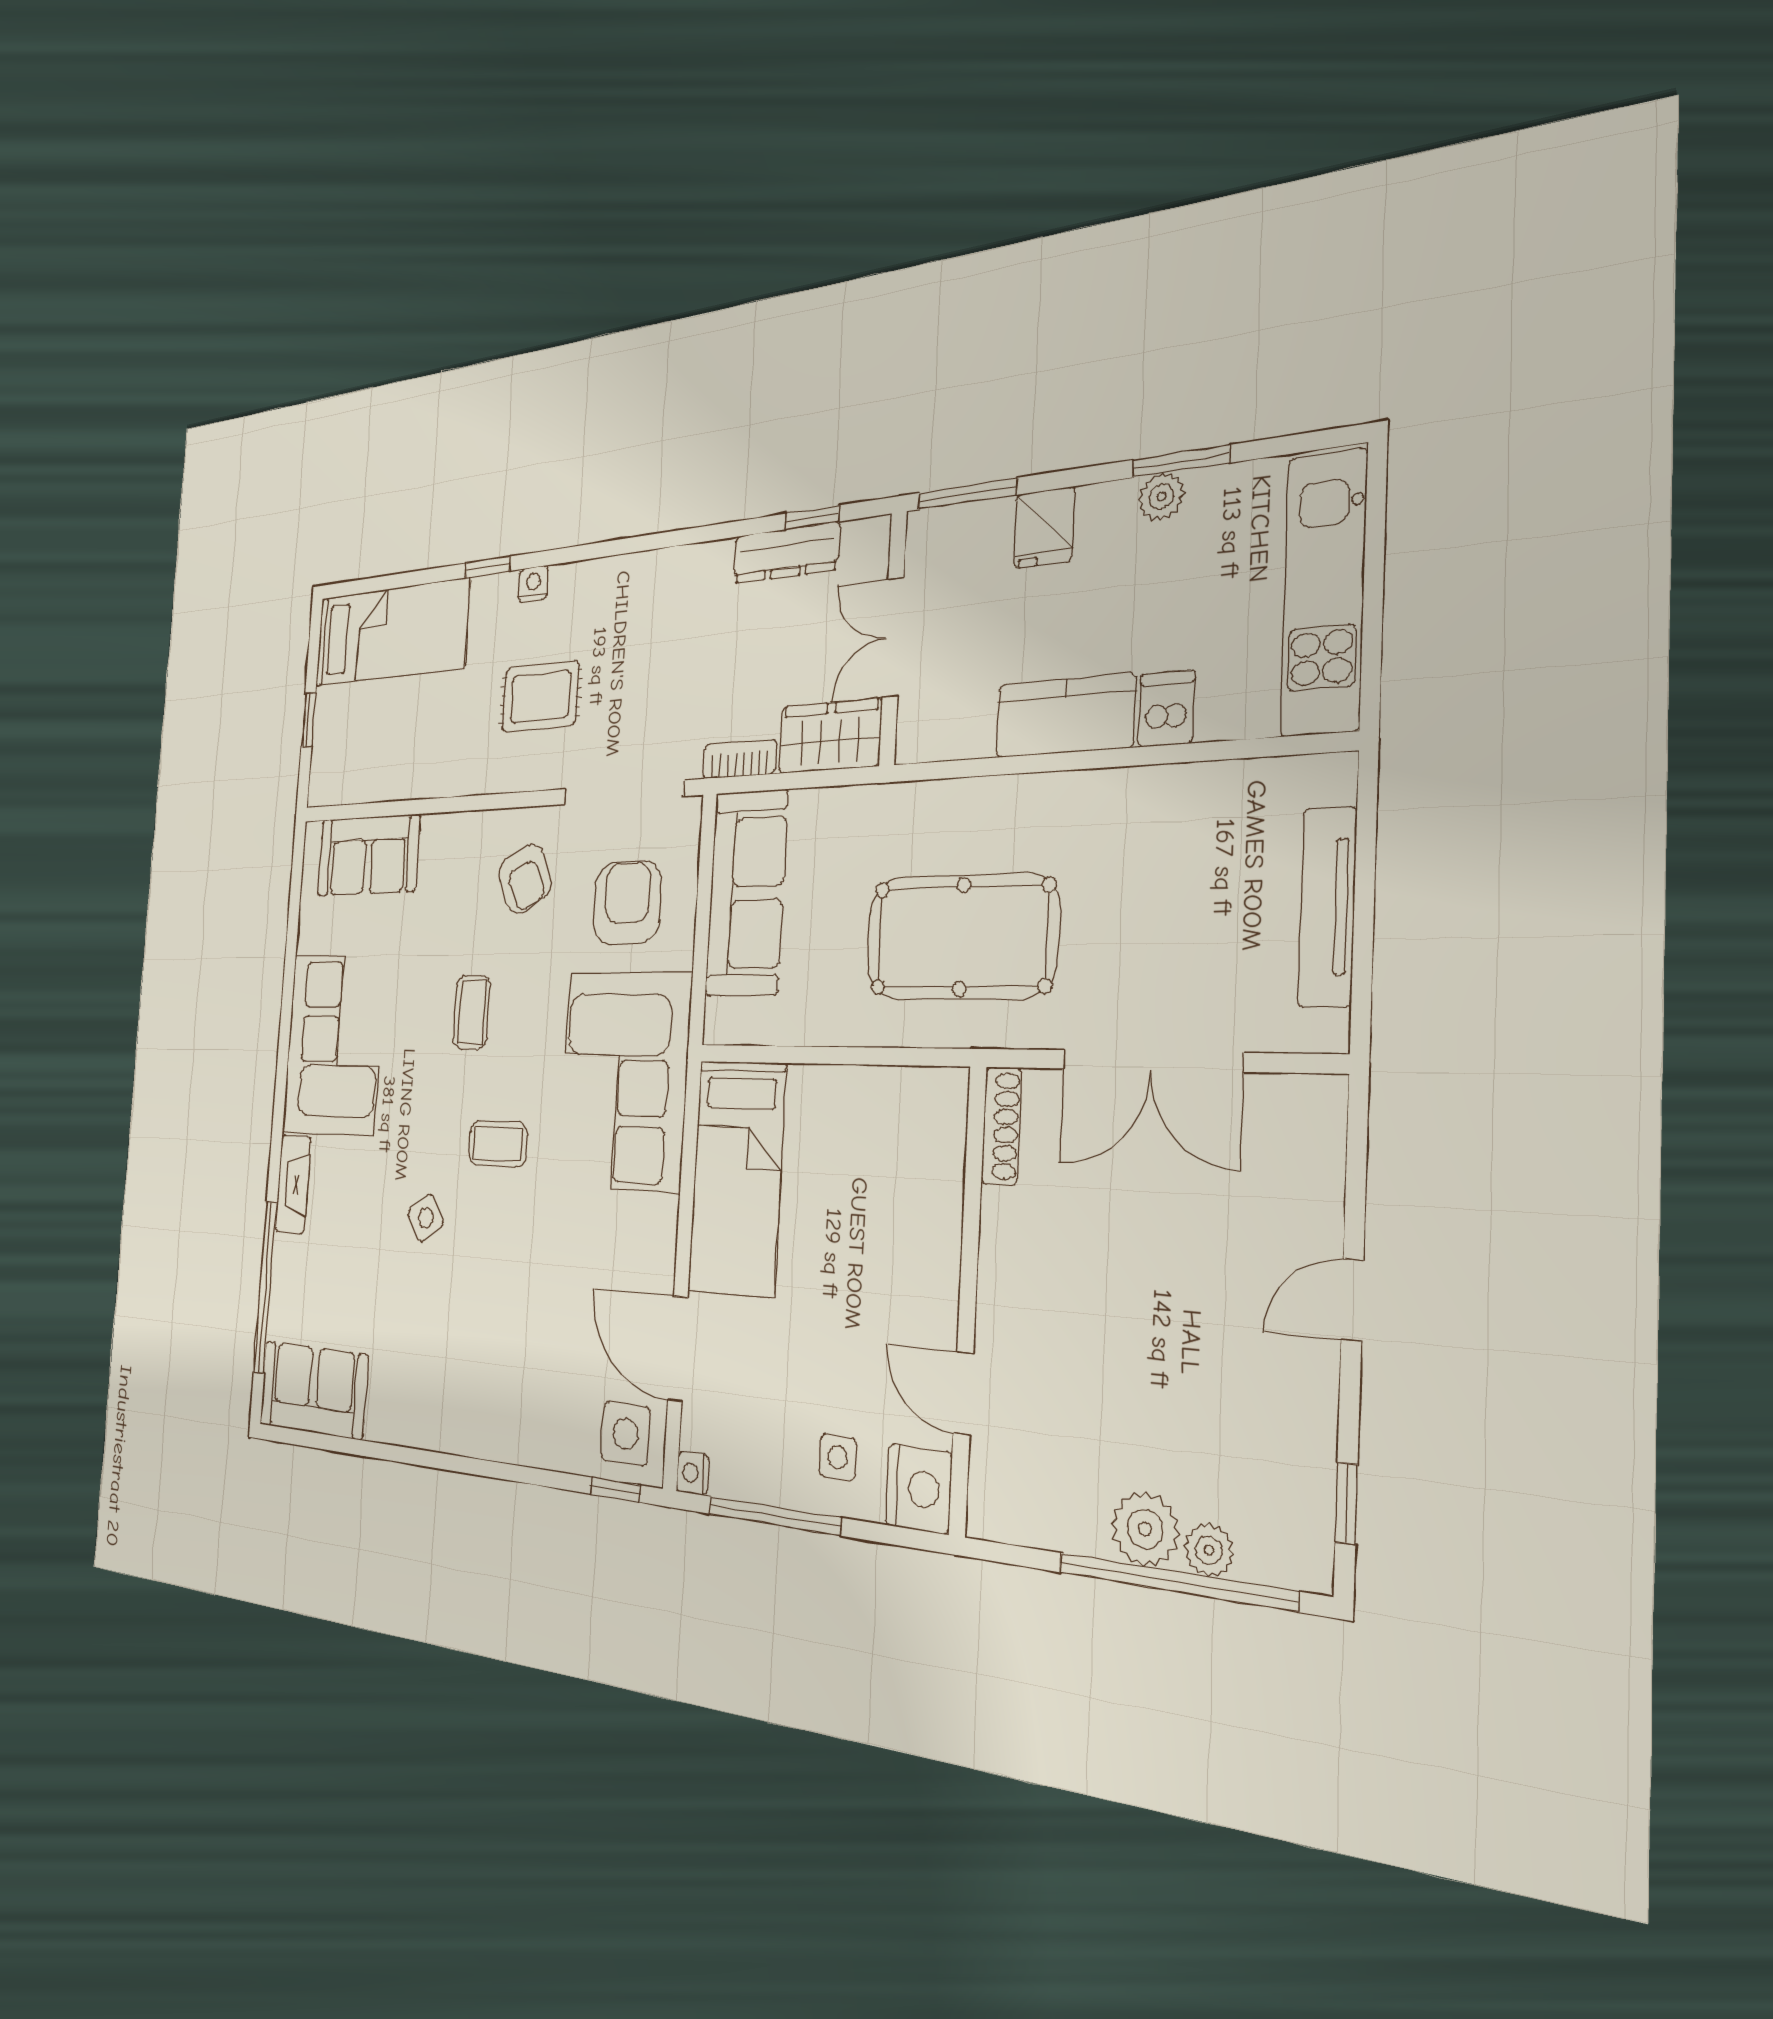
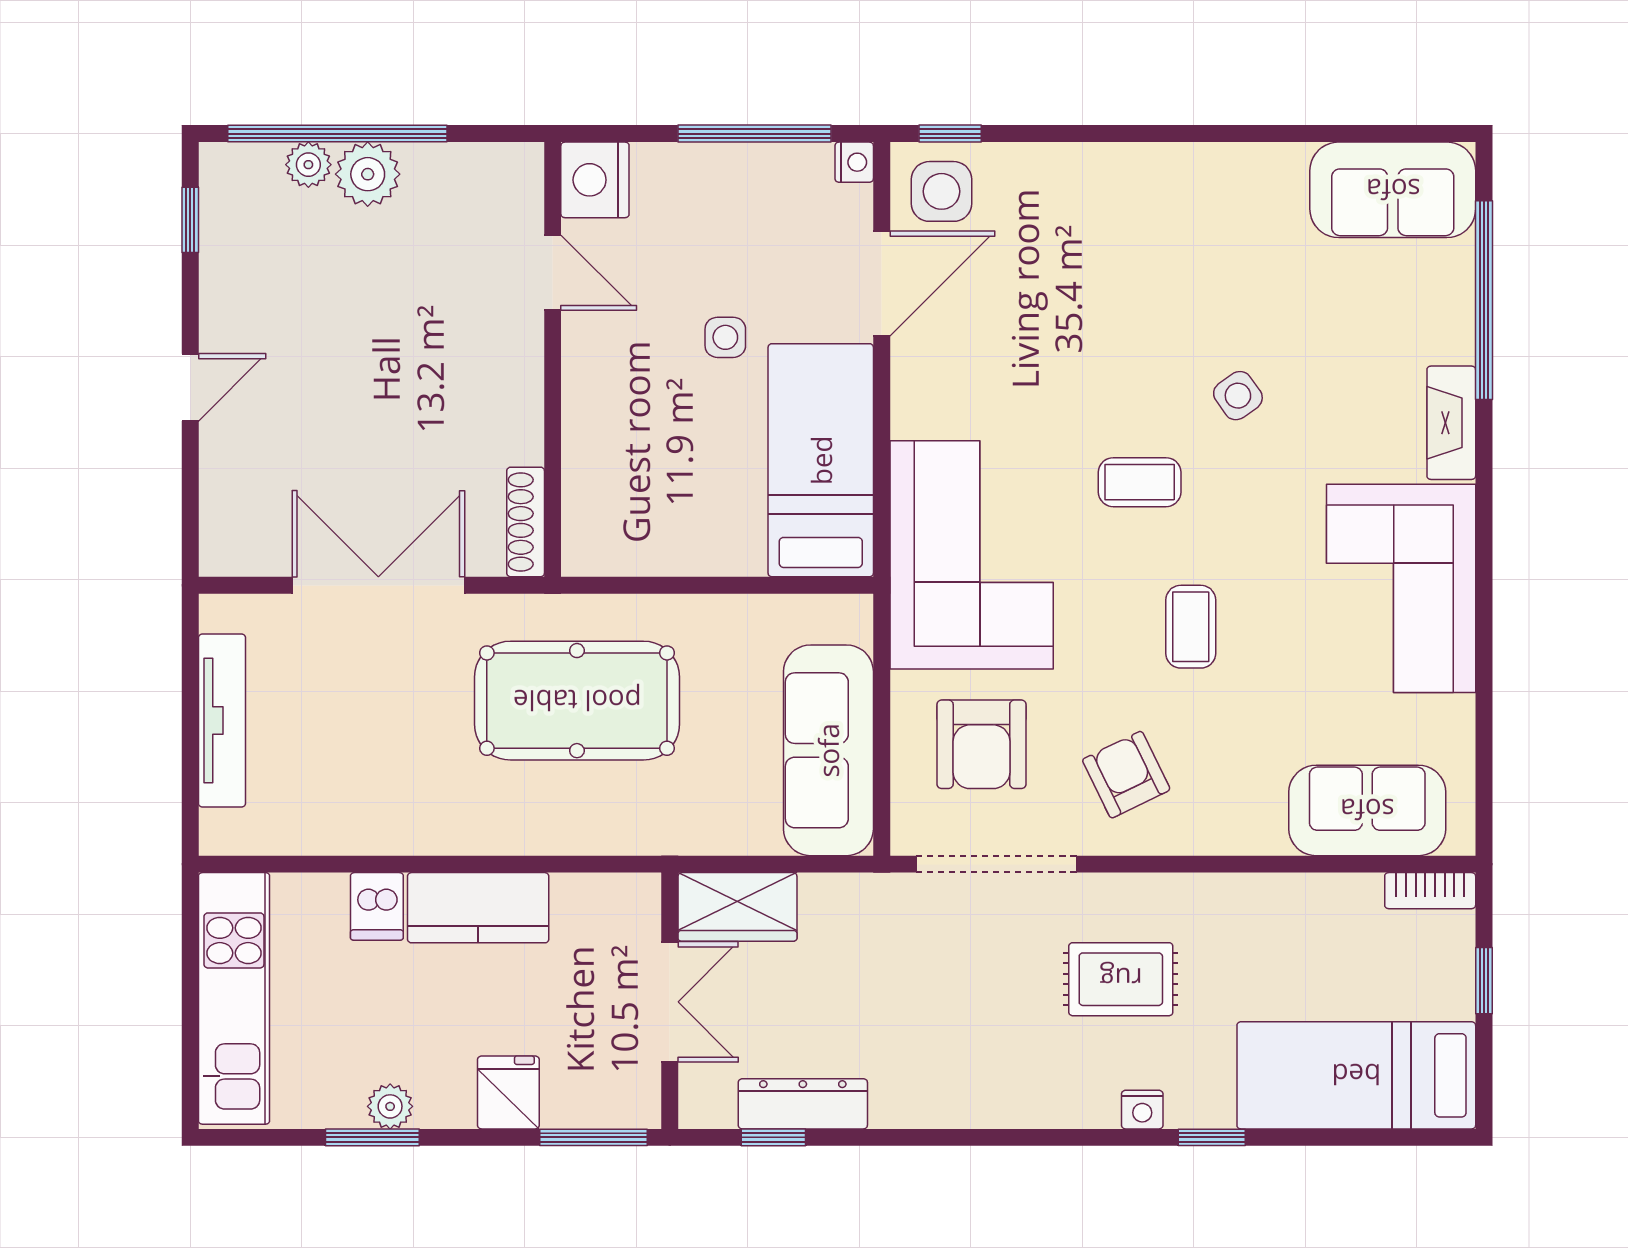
bookcase: (740, 759) -> (1430, 891), moved
door: (678, 1349) -> (882, 283), hinge flipped
side table: (838, 1457) -> (725, 337), moved

